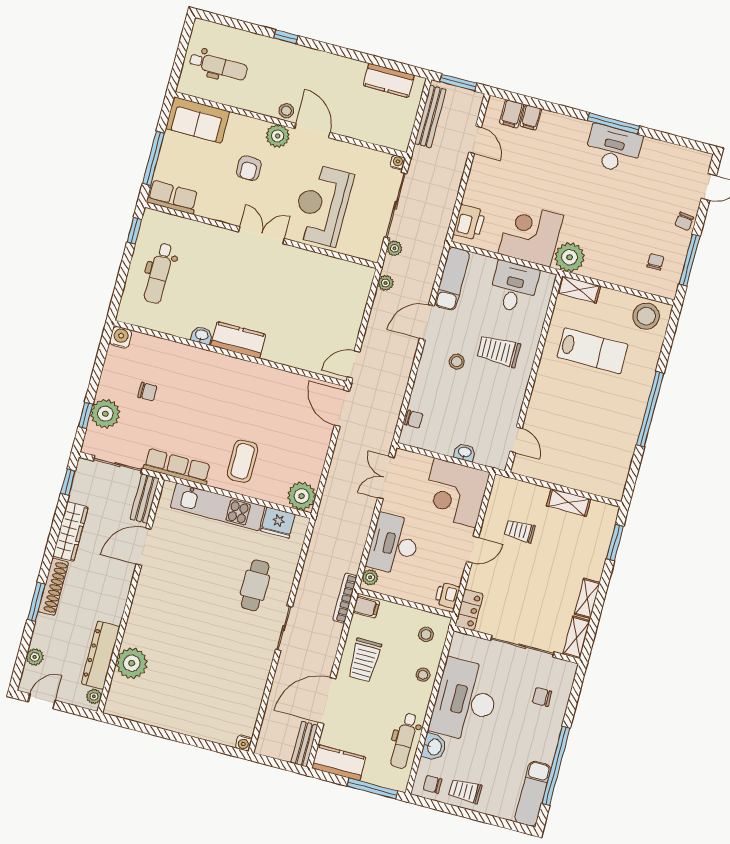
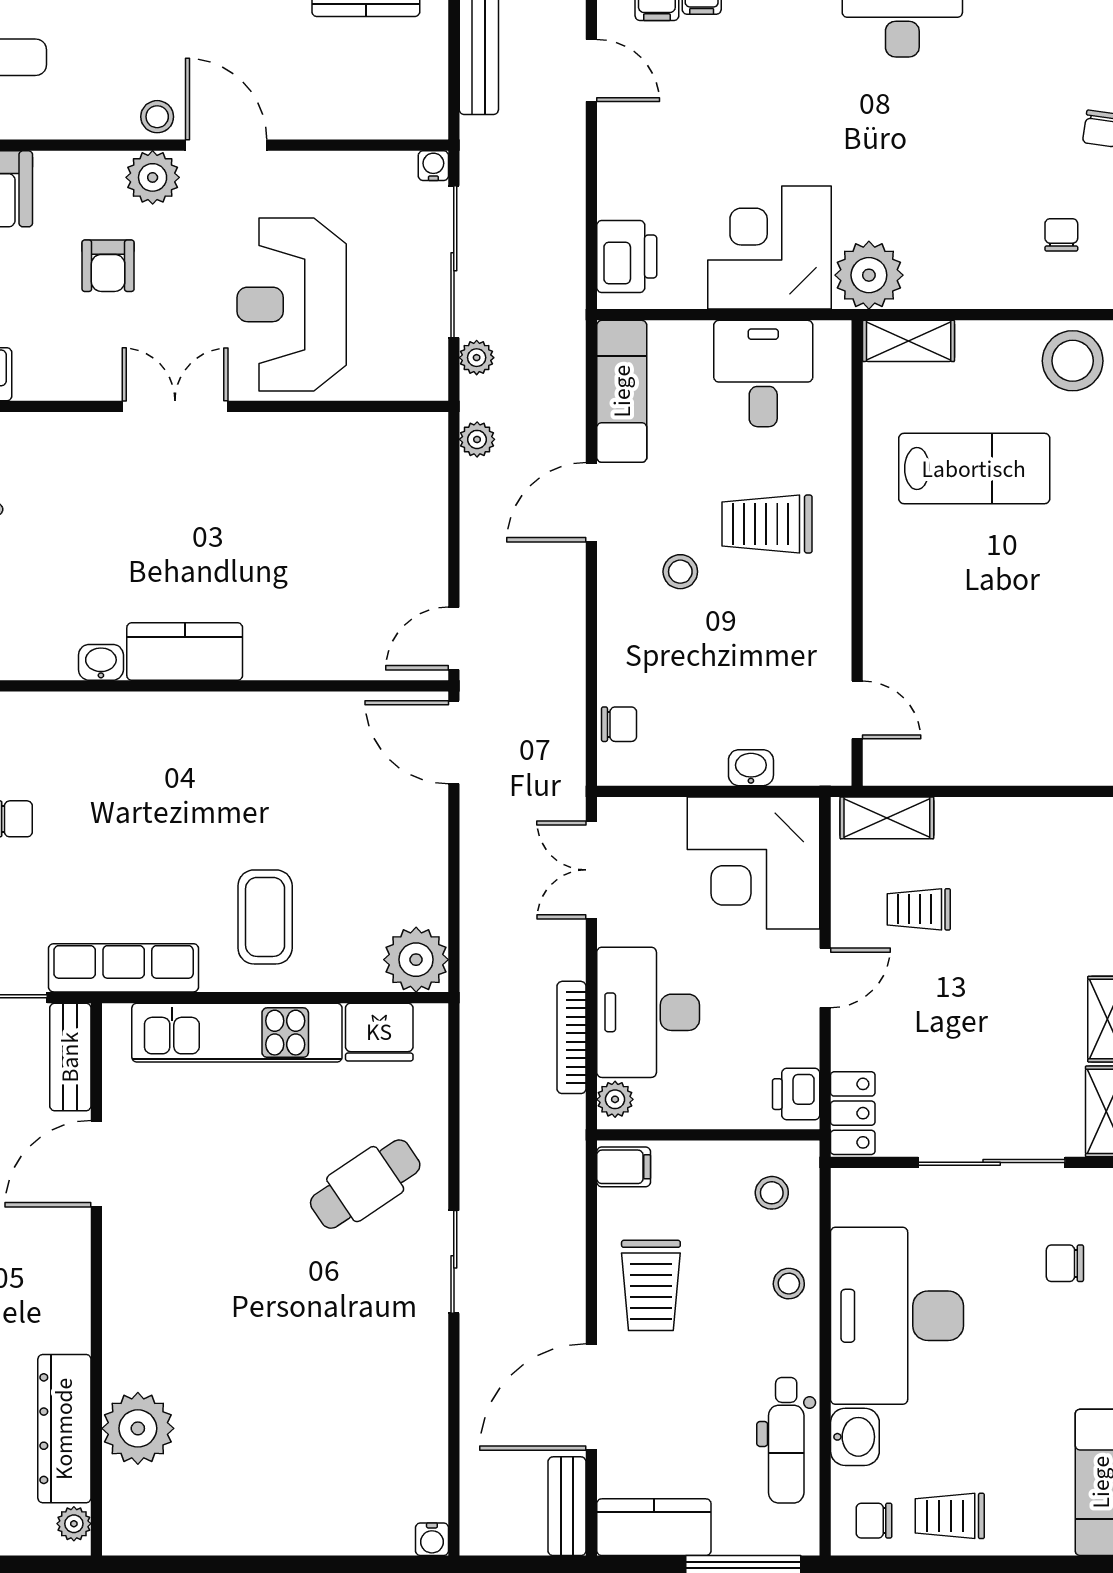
shelving: (569, 502) -> (887, 818), moved
cafe table: (255, 585) -> (365, 1184), turned 56
bookcase: (345, 598) -> (571, 1037), moved

